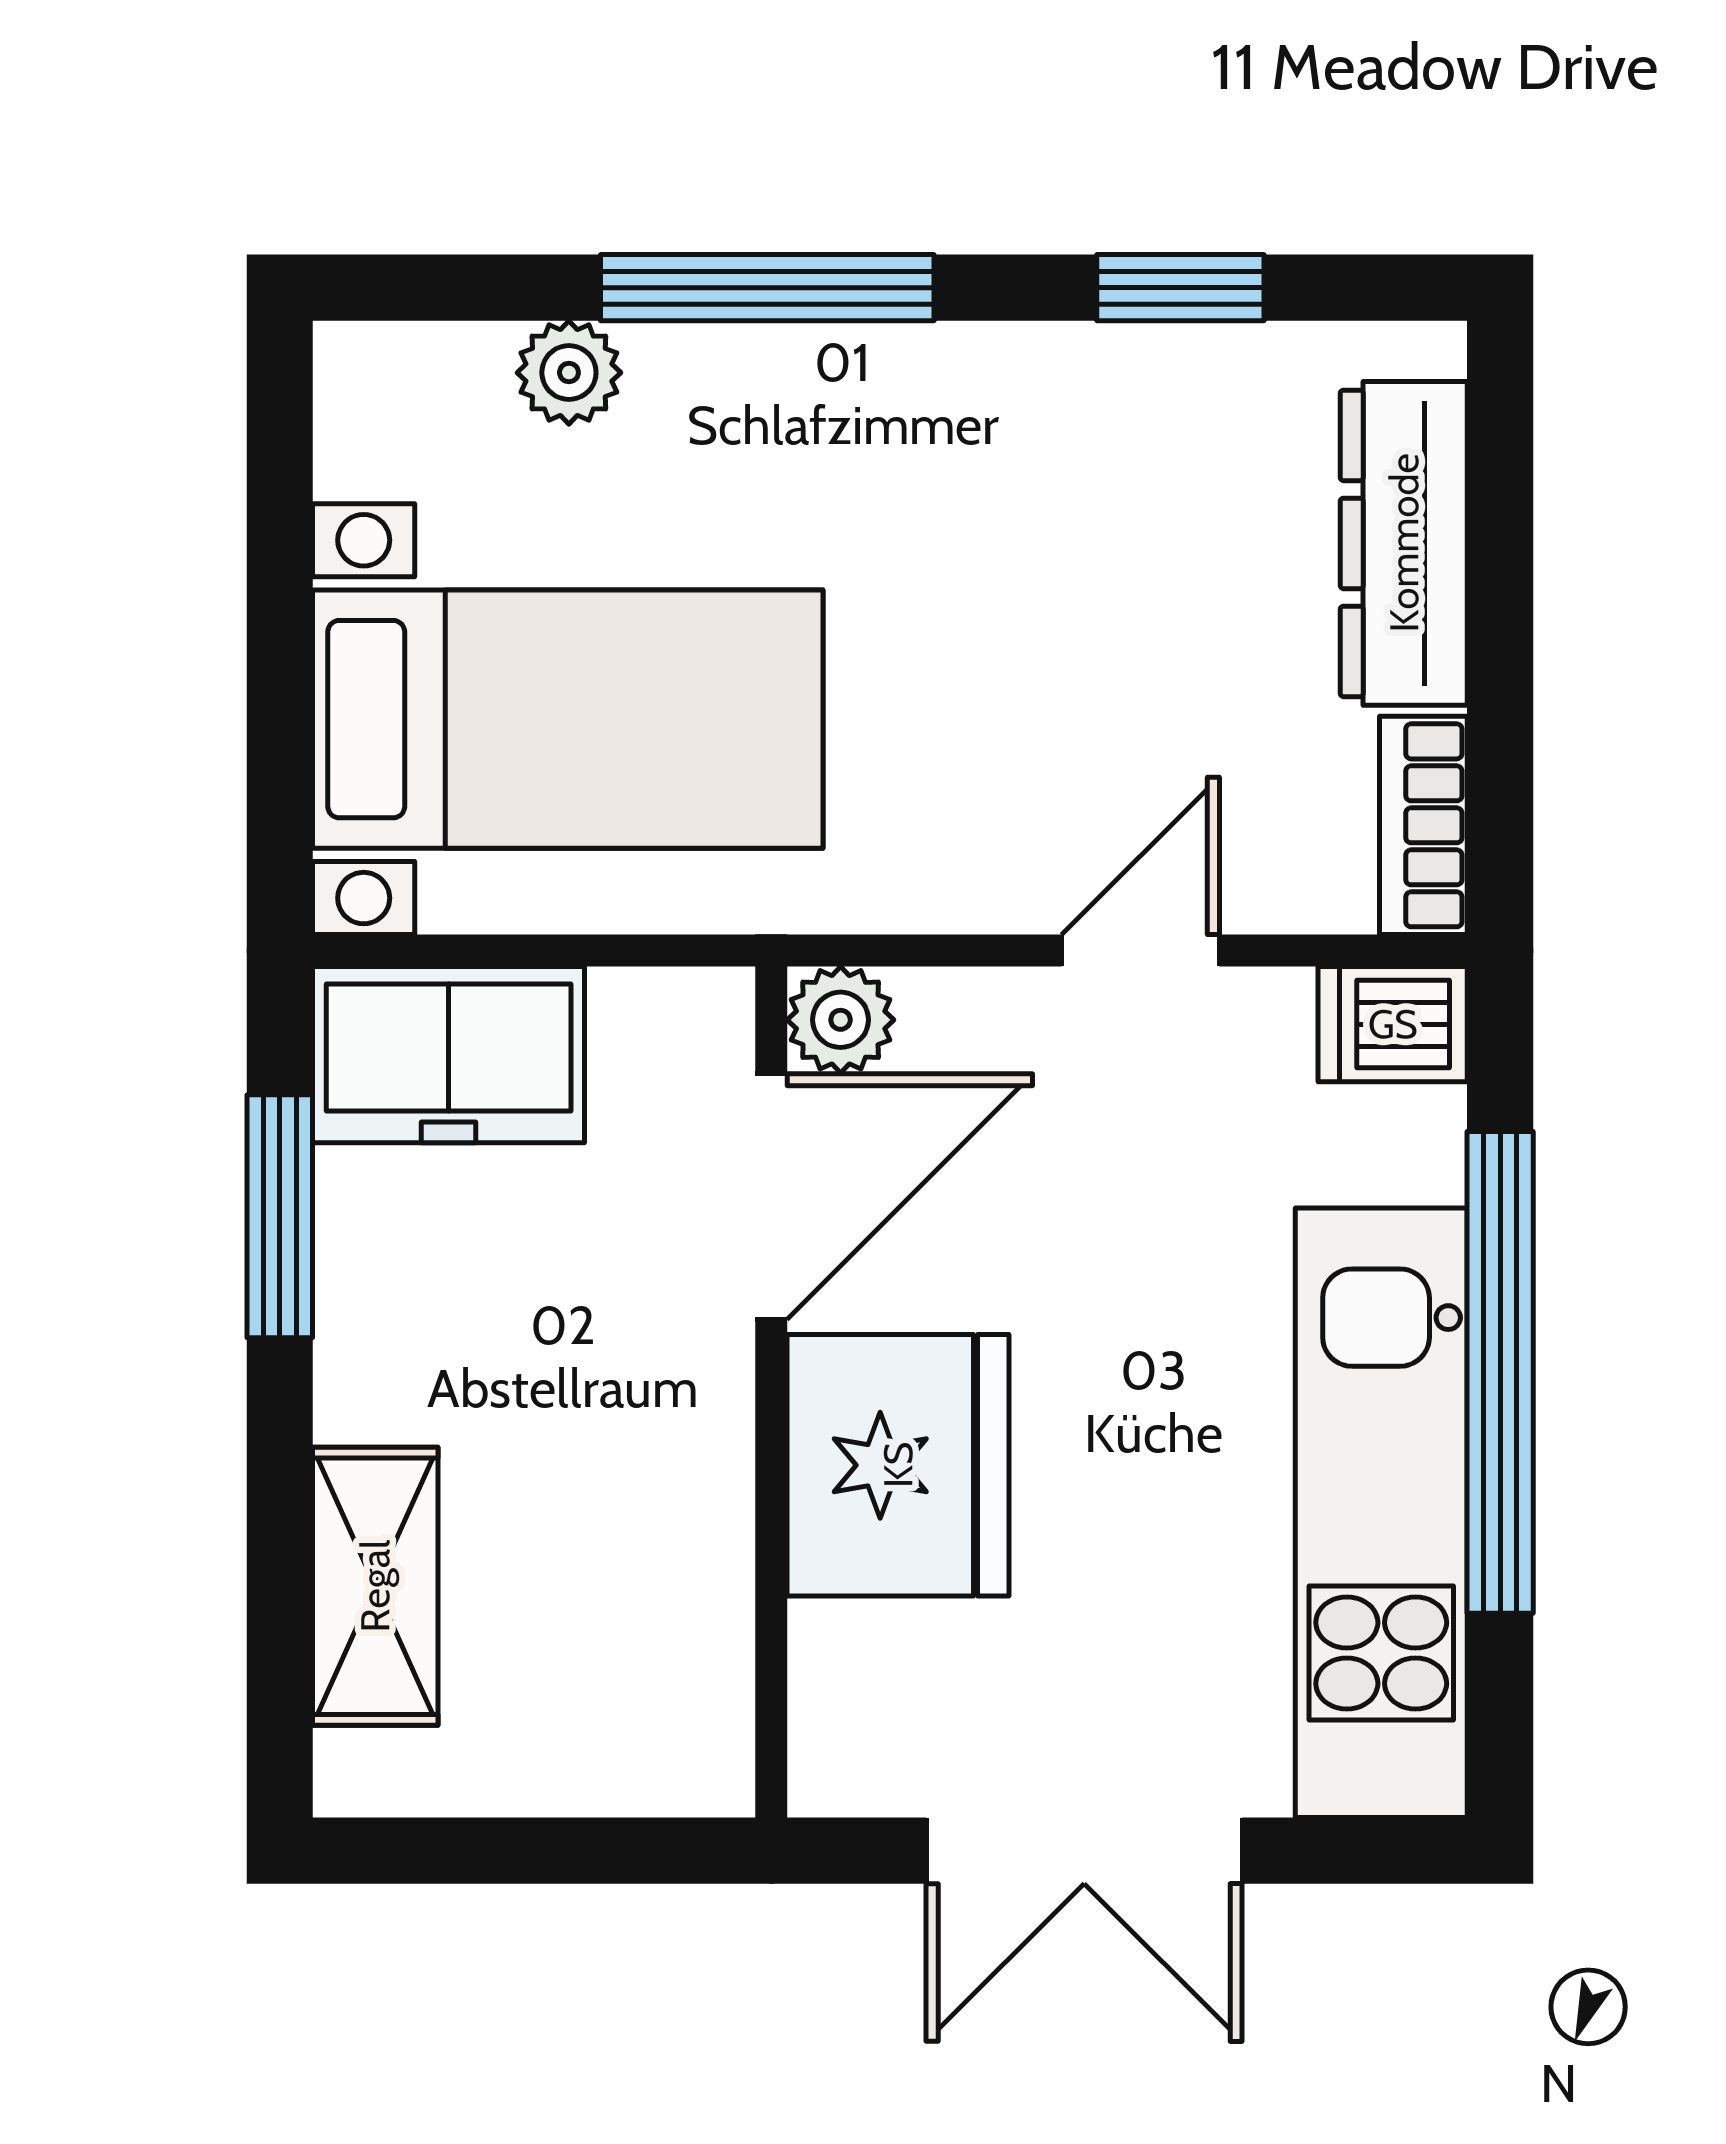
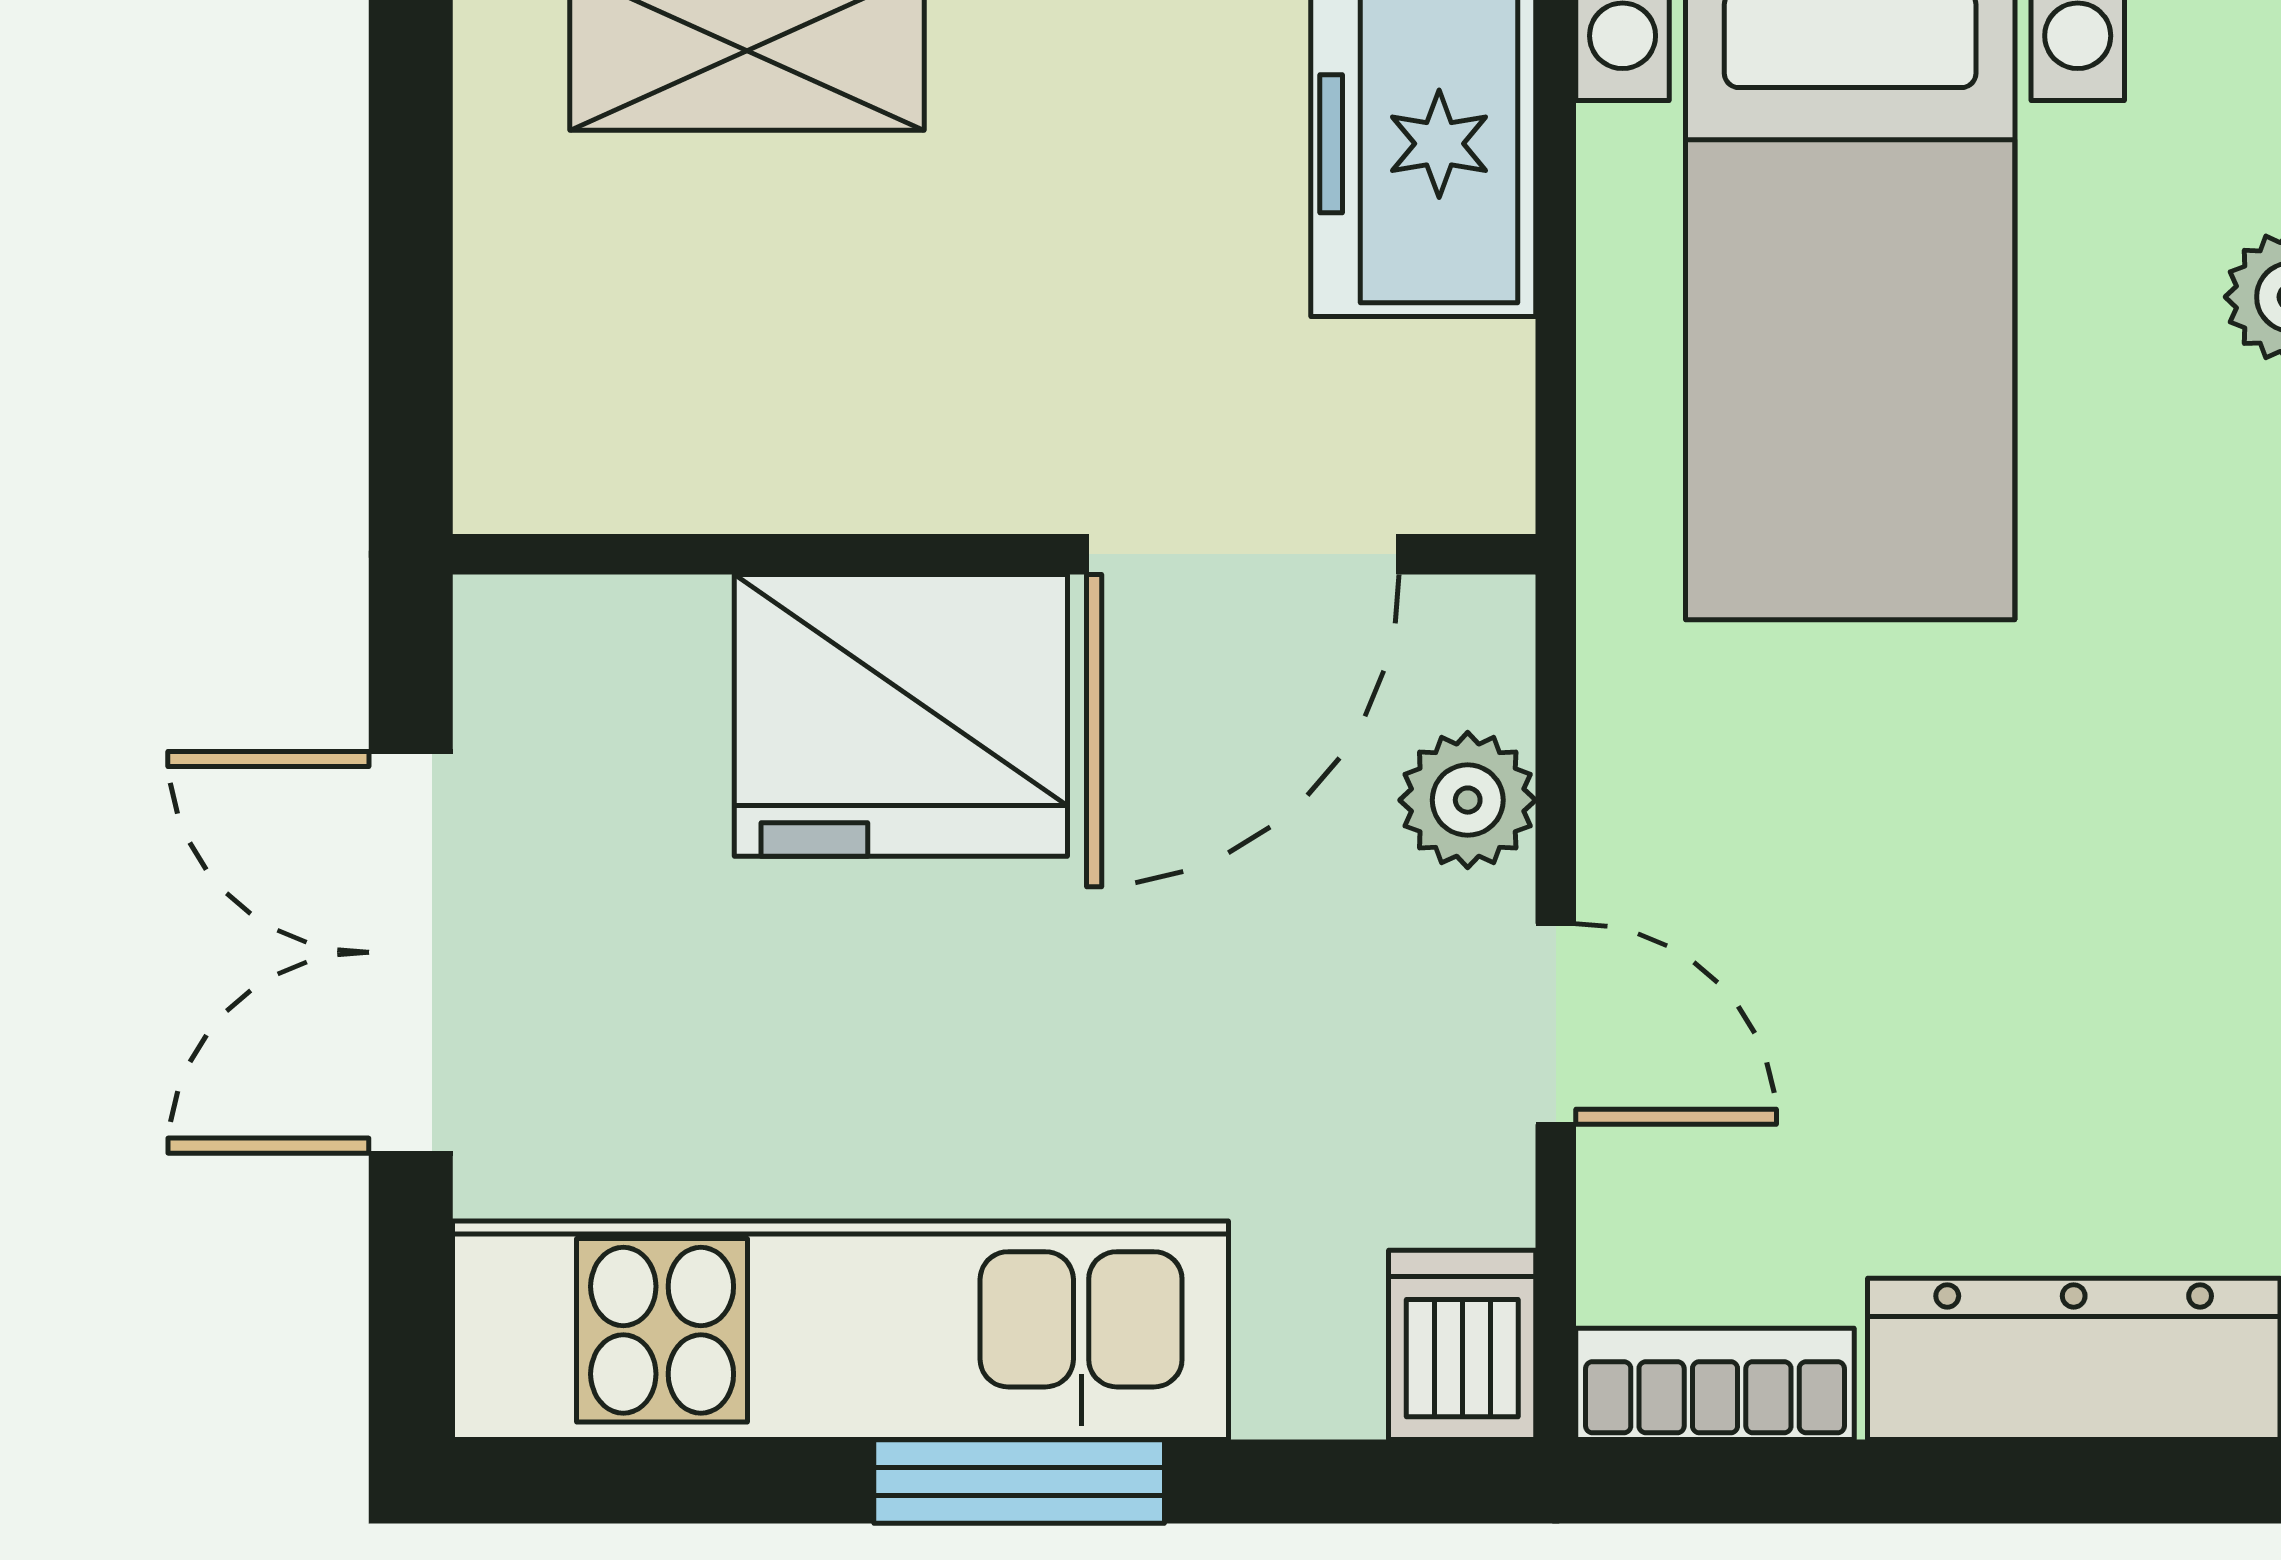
plant: (841, 1020) -> (1468, 800), moved
door: (771, 1197) -> (1243, 554), hinge flipped
window: (1500, 1372) -> (1019, 1481), width x0.47

